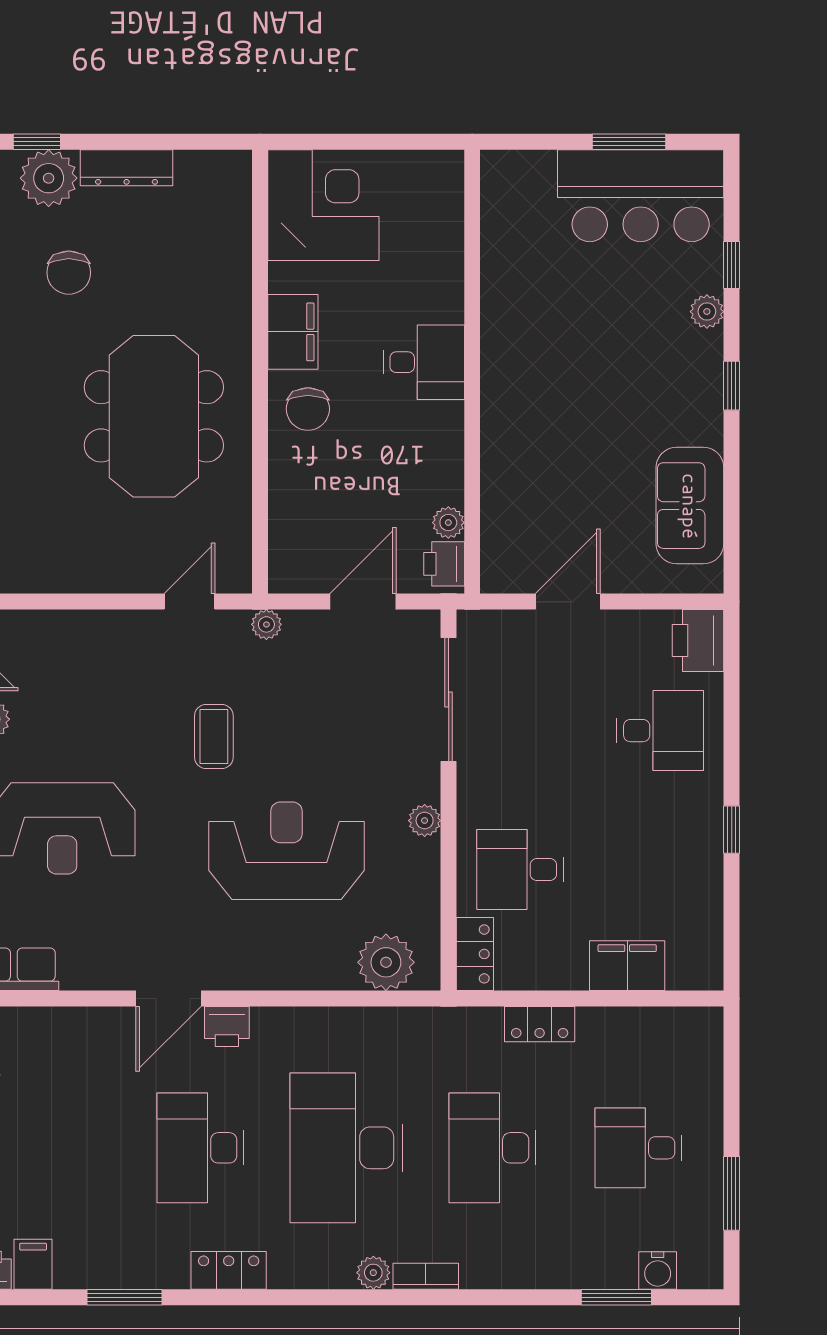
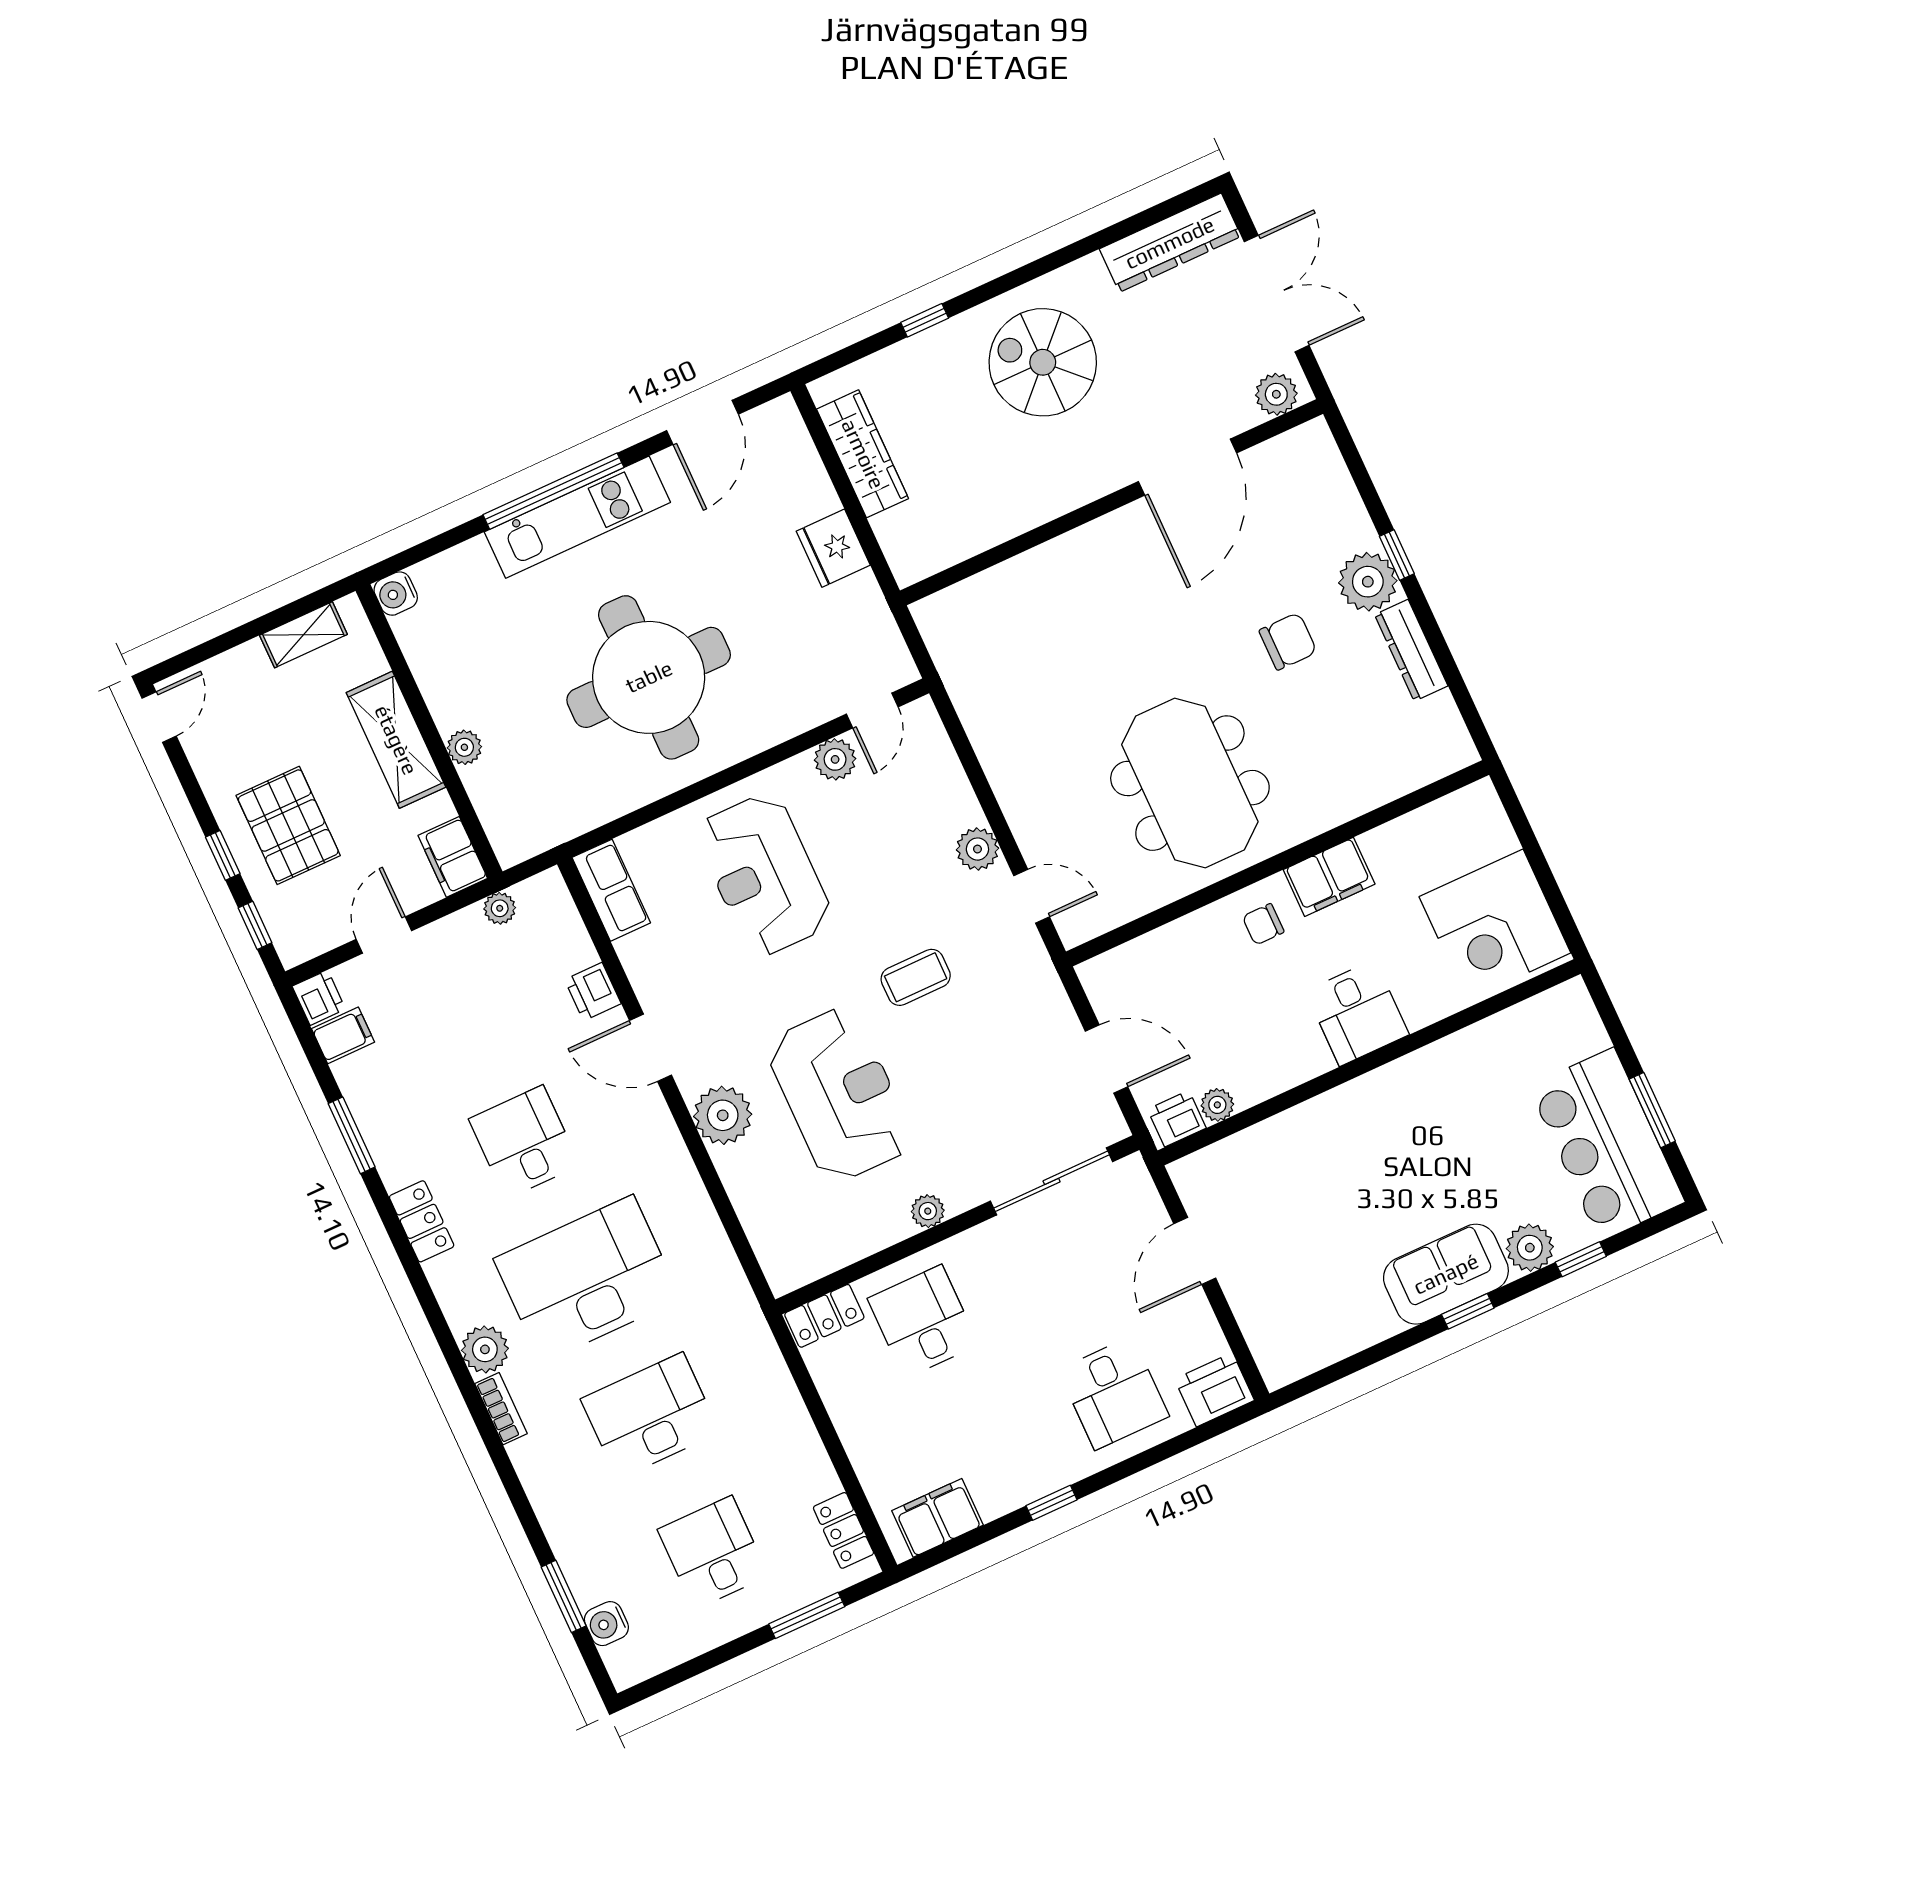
corner desk: (323, 205) -> (1495, 925), moved, turned 90
chair: (69, 273) -> (1288, 641), turned 180
plant: (707, 312) -> (1530, 1248), width x1.38, depth x1.38
chair: (308, 409) -> (1263, 924), width x0.73, depth x0.73
meeting table: (154, 416) -> (1190, 783), turned 90
sofa: (690, 506) -> (1446, 1274), moved
door: (568, 602) -> (1195, 1251), swing flipped
plant: (266, 624) -> (977, 849), moved, width x1.38, depth x1.38
plant: (386, 962) -> (723, 1115), moved
filing cabinet: (627, 966) -> (937, 1518), moved, turned -90
locker: (540, 1024) -> (843, 1530), moved
printer: (227, 1027) -> (593, 992), moved
desk: (200, 1148) -> (524, 1142), width x0.73
window: (732, 1193) -> (807, 1615), moved
plant: (373, 1273) -> (485, 1349), width x1.38, depth x1.38

